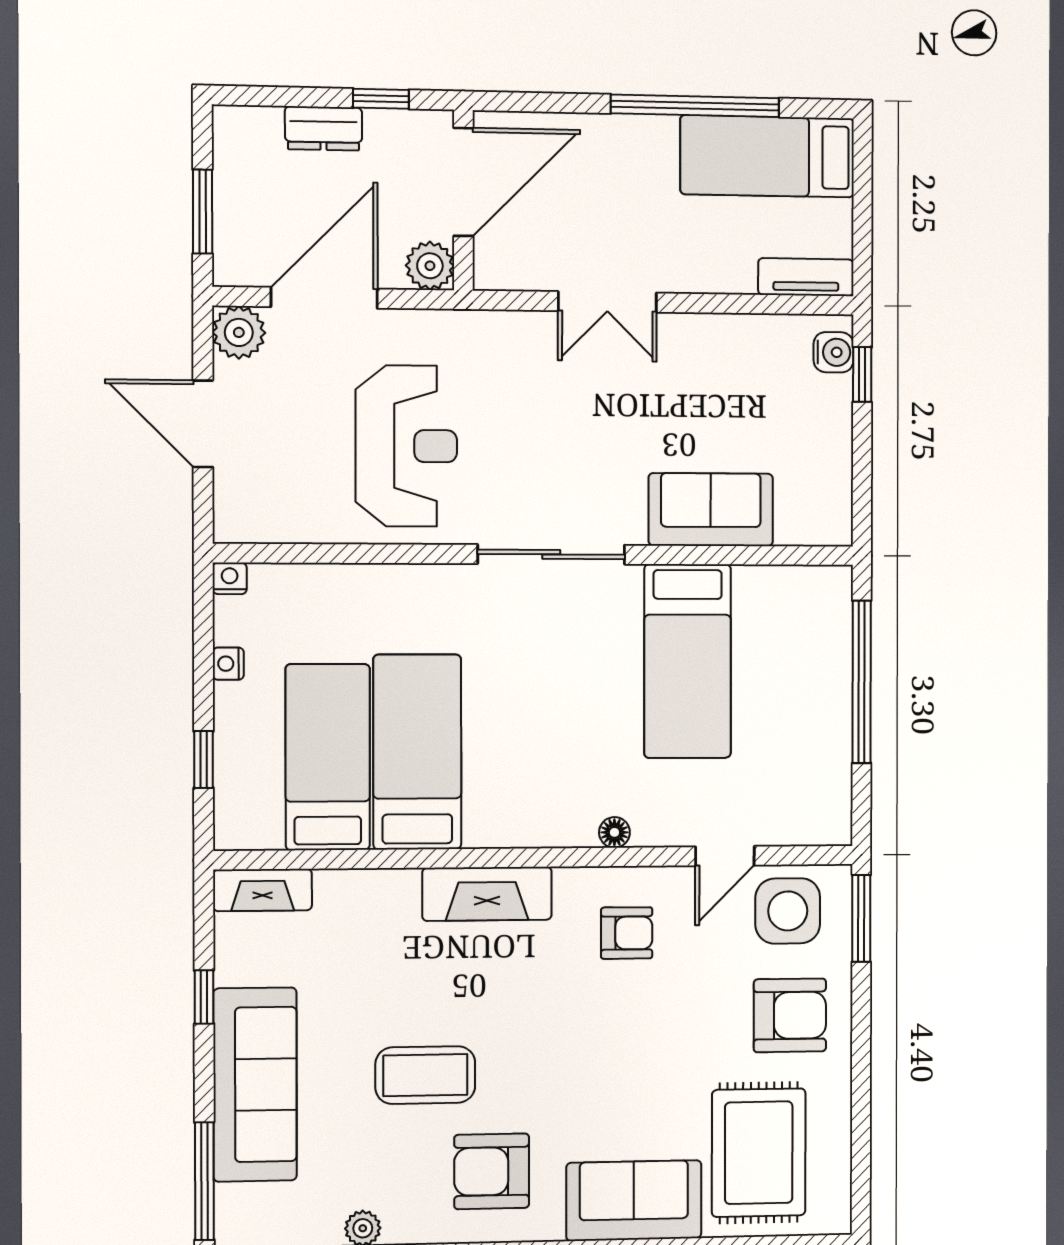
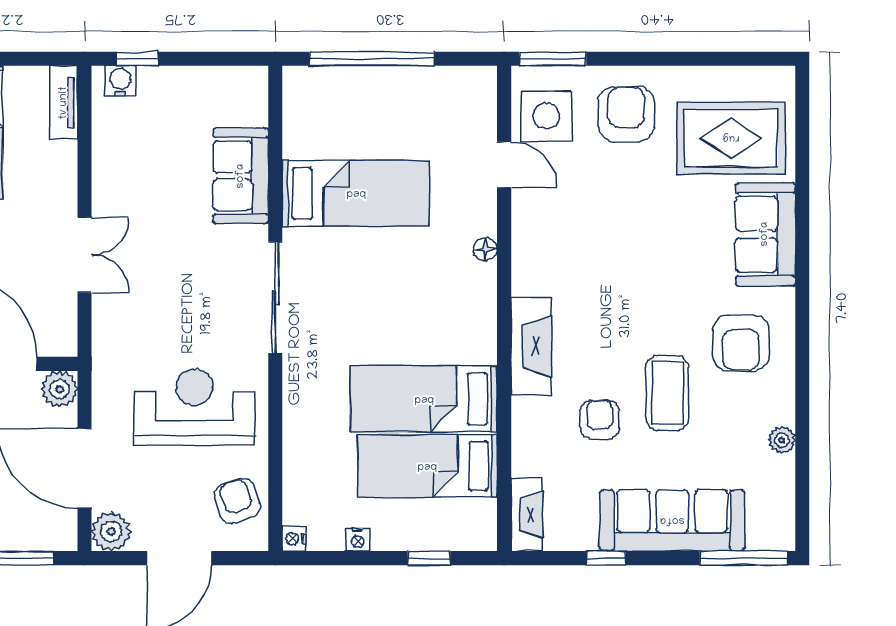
armchair: (280, 502) -> (237, 501), added
armchair: (627, 933) -> (600, 420), moved

